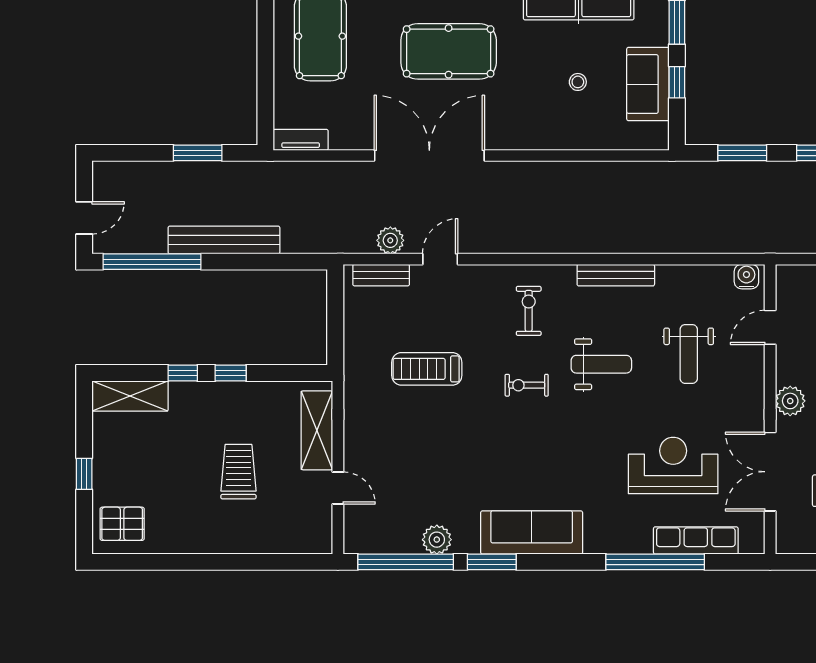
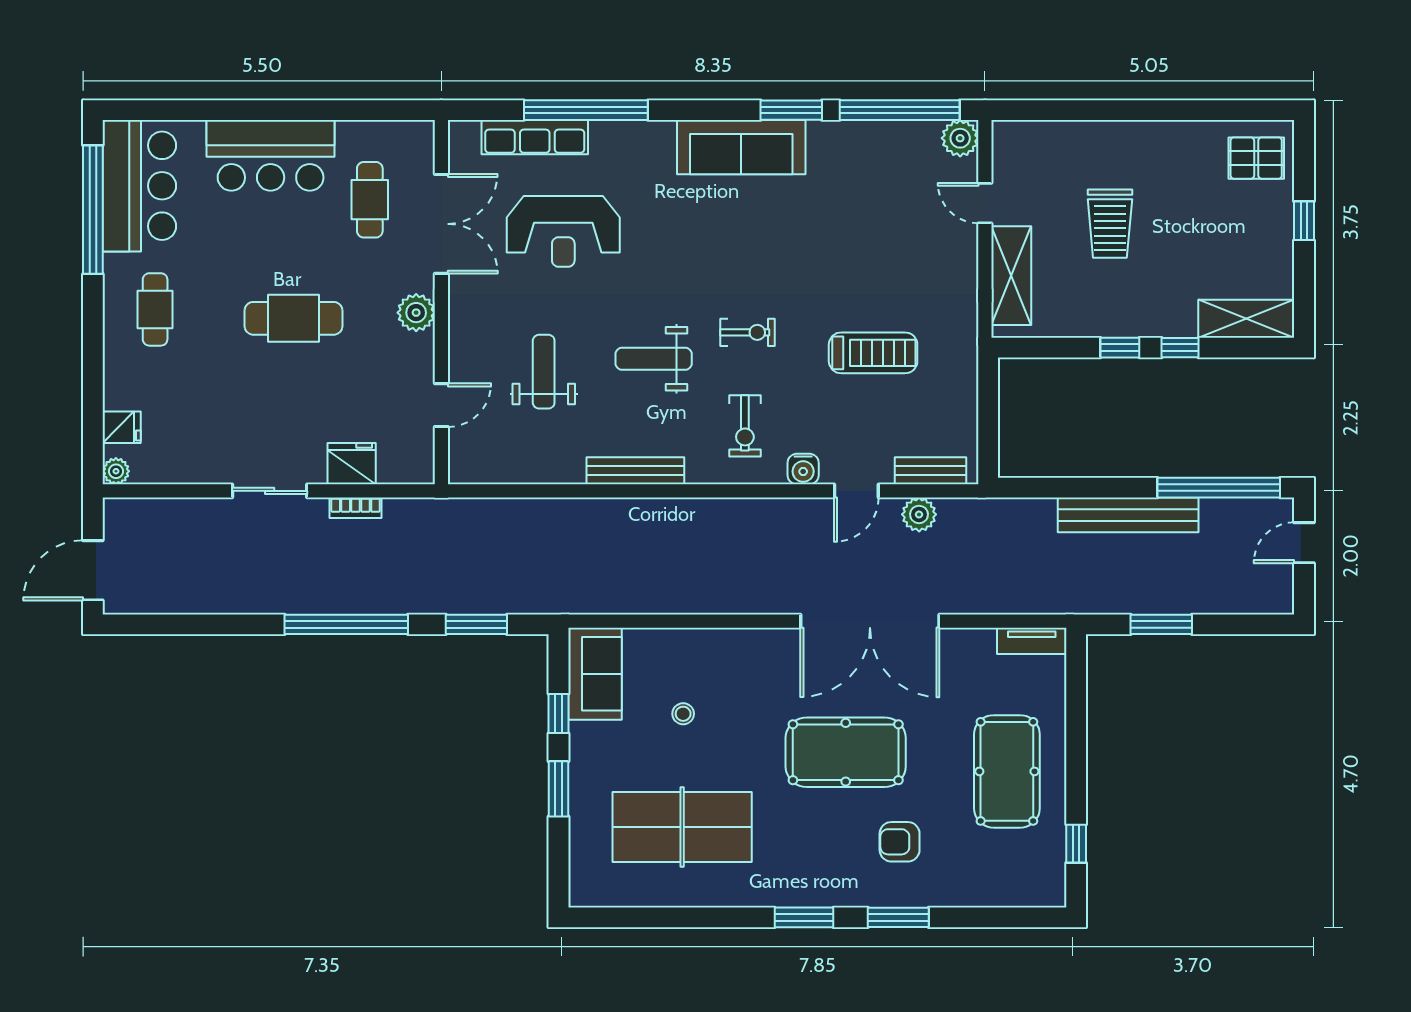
sofa: (648, 84) -> (595, 674), moved
water cooler: (746, 277) -> (803, 469), moved
plant: (437, 540) -> (960, 138), moved

